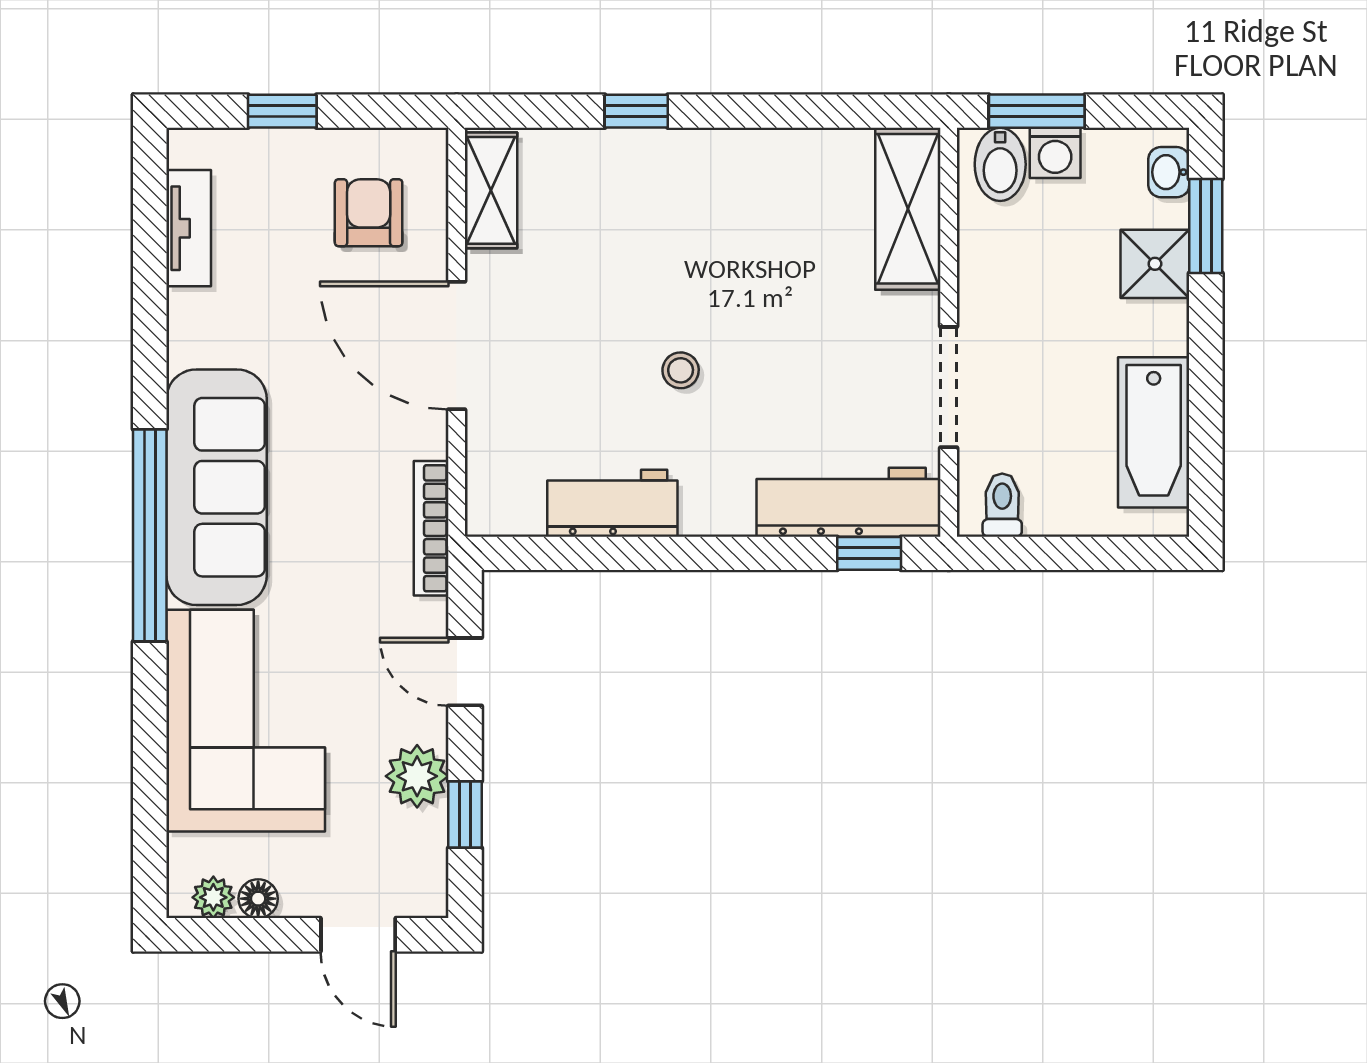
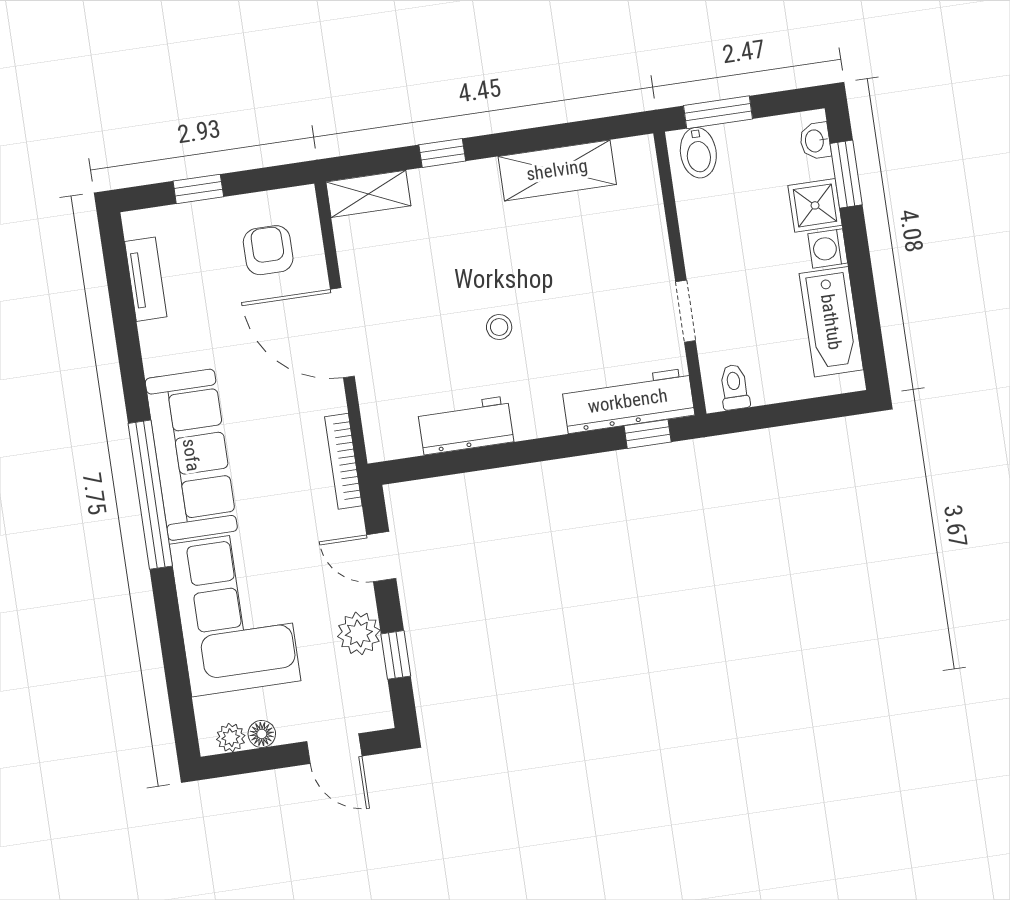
washing machine: (1055, 153) -> (828, 248), moved, turned 90
shelving: (491, 190) -> (368, 194), moved, turned 90
shelving: (908, 209) -> (557, 170), moved, turned 90
doorway: (949, 387) -> (685, 311), width x0.73

